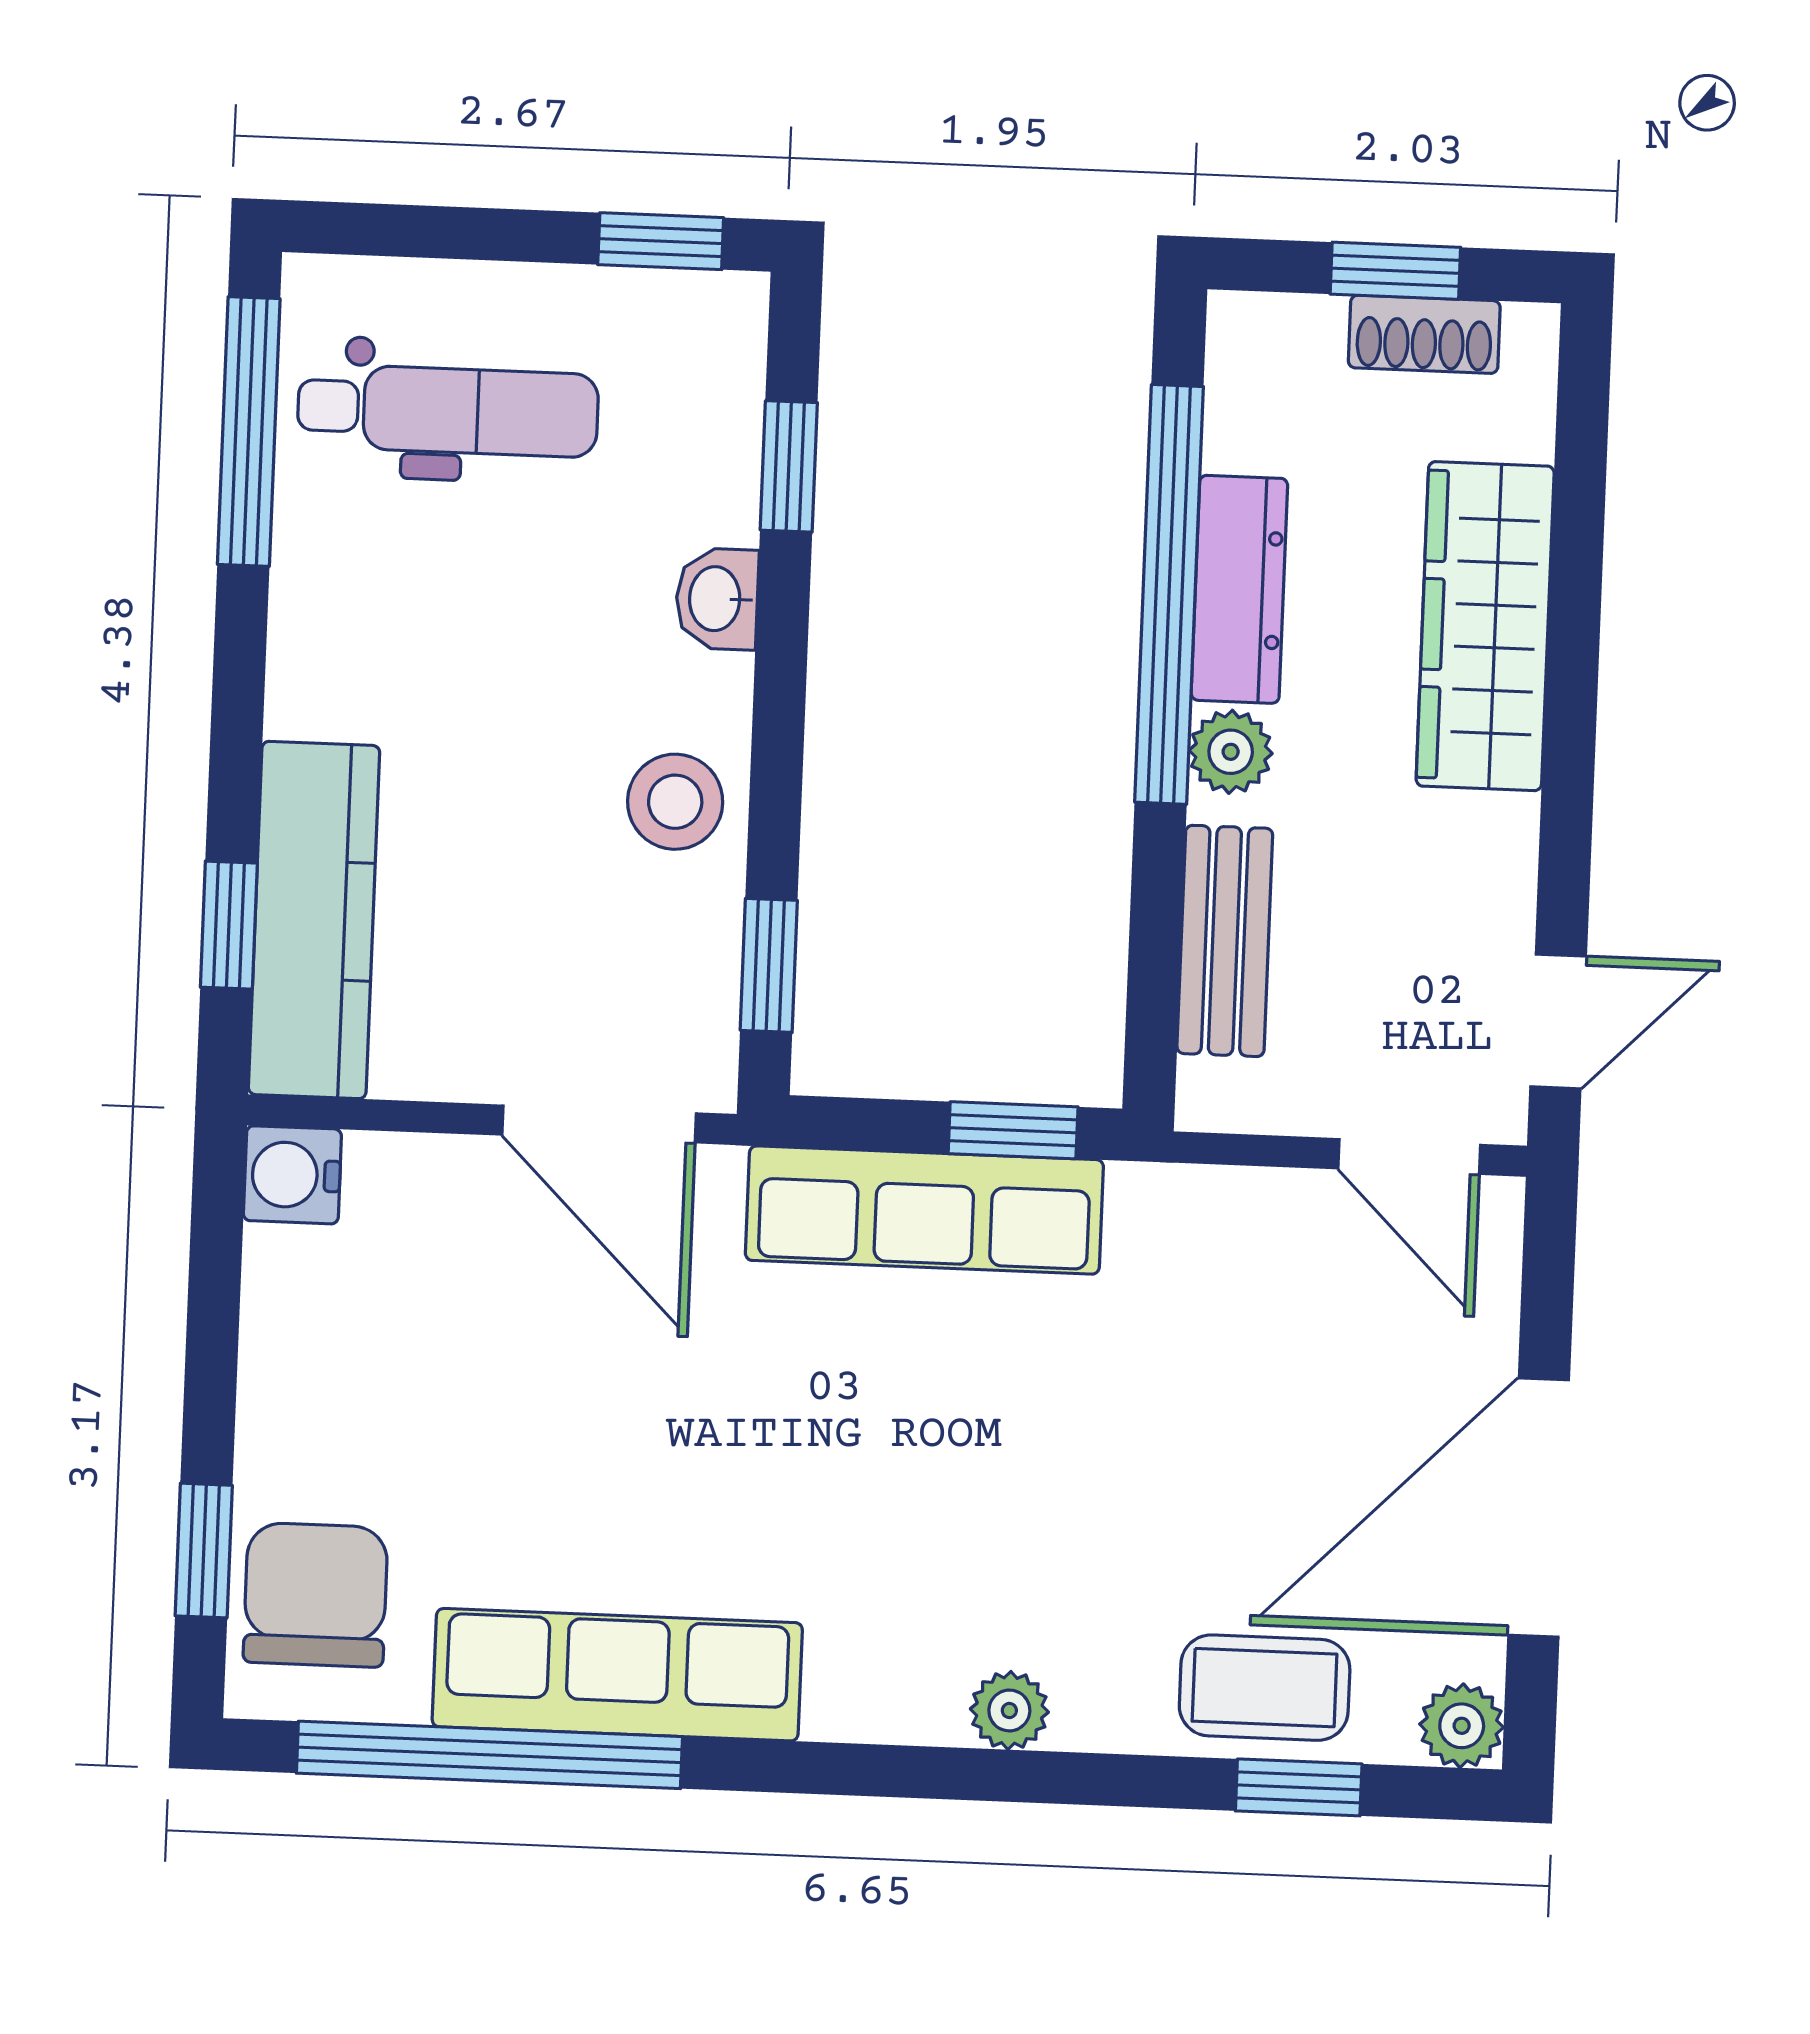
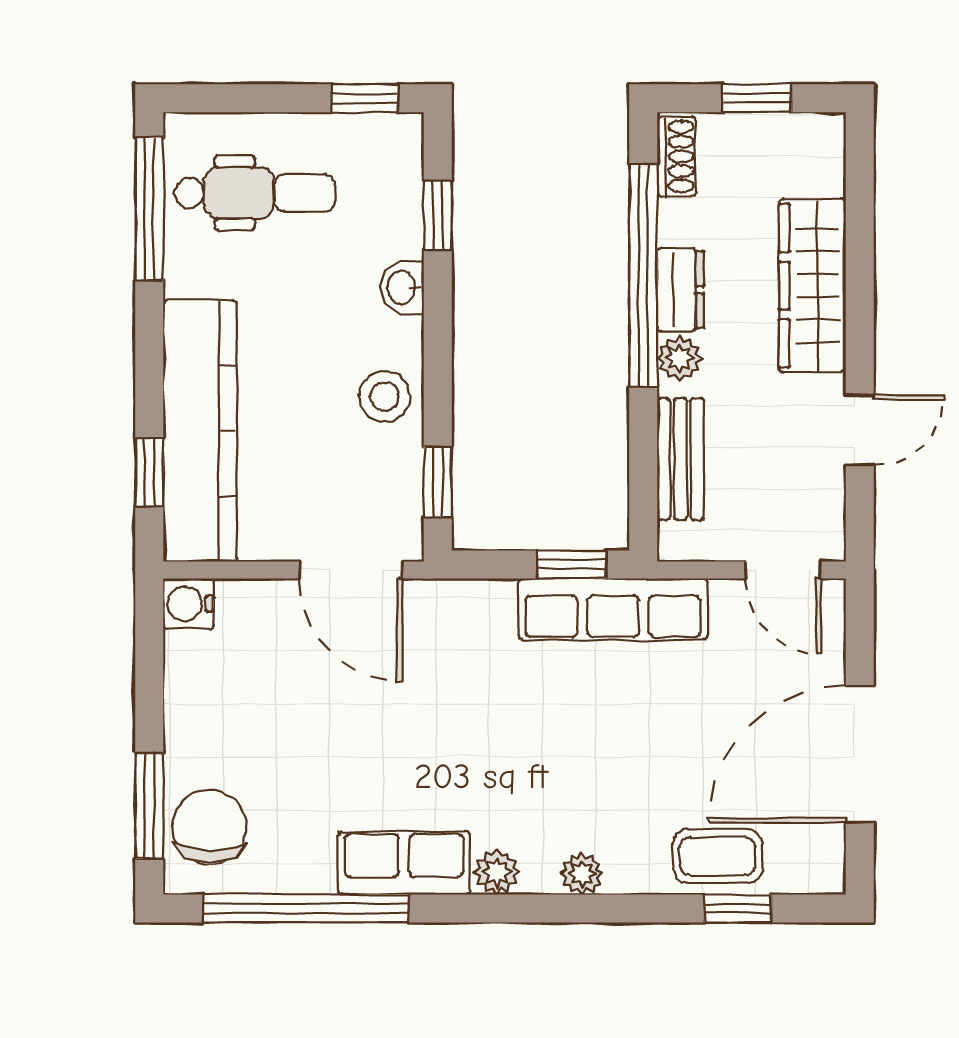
shoe rack: (1424, 334) -> (677, 156), moved, turned -90
dresser: (1239, 589) -> (681, 290), width x0.70
kitchen counter: (314, 920) -> (200, 431), width x1.39, depth x1.17
door: (1558, 1021) -> (860, 430), moved
row of seats: (924, 1210) -> (613, 609), moved
window: (204, 1551) -> (149, 806), width x1.50
row of seats: (617, 1675) -> (404, 863), width x0.68
plant: (1462, 1726) -> (497, 872), moved

